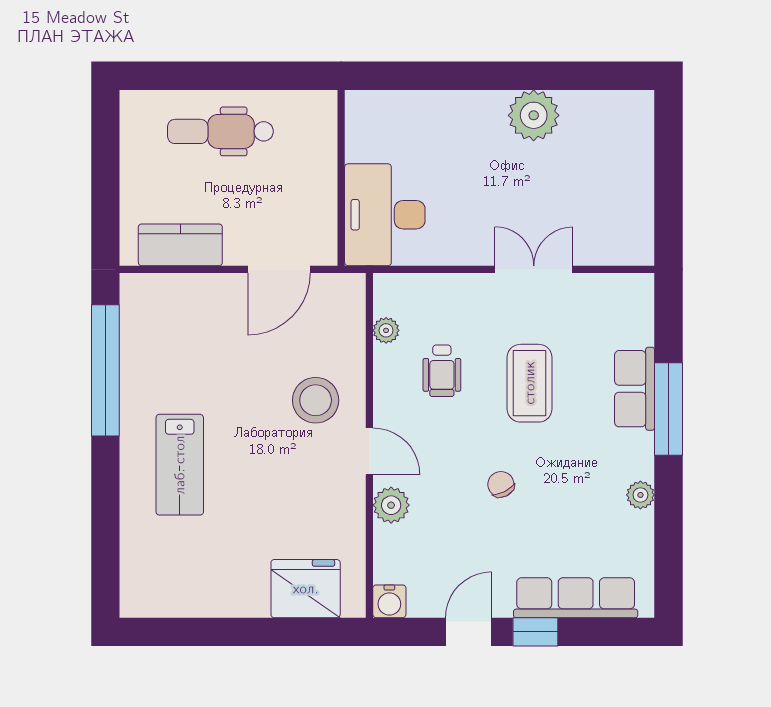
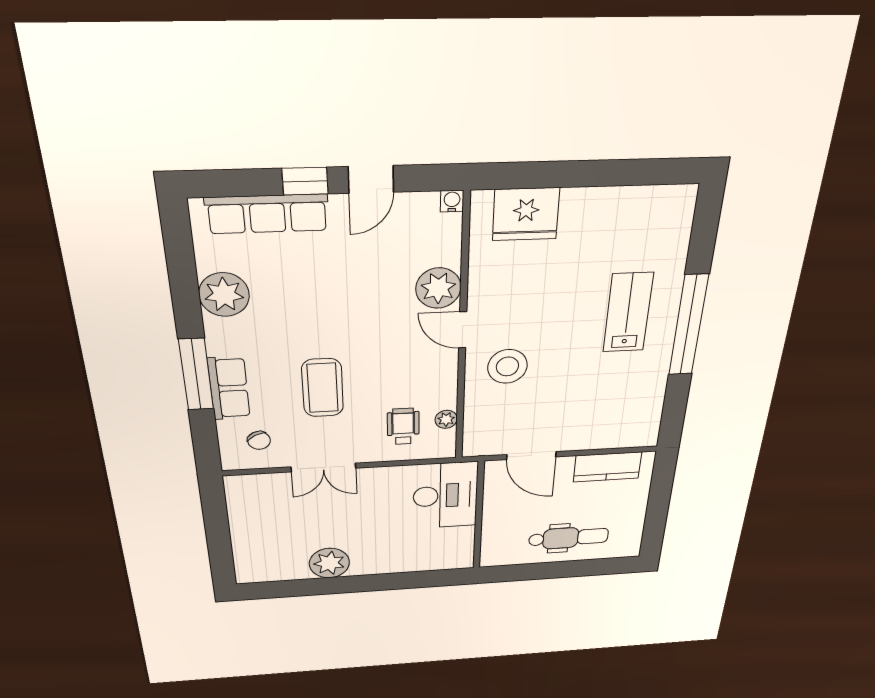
door: (279, 269) -> (531, 456), swing flipped
window: (105, 370) -> (688, 325), moved
wheelchair: (442, 371) -> (403, 426), moved
chair: (501, 484) -> (259, 440), moved
plant: (640, 495) -> (224, 295), width x1.88, depth x1.88
plant: (391, 505) -> (438, 288), width x1.36, depth x1.36
water cooler: (389, 601) -> (452, 201), width x0.72, depth x0.72

